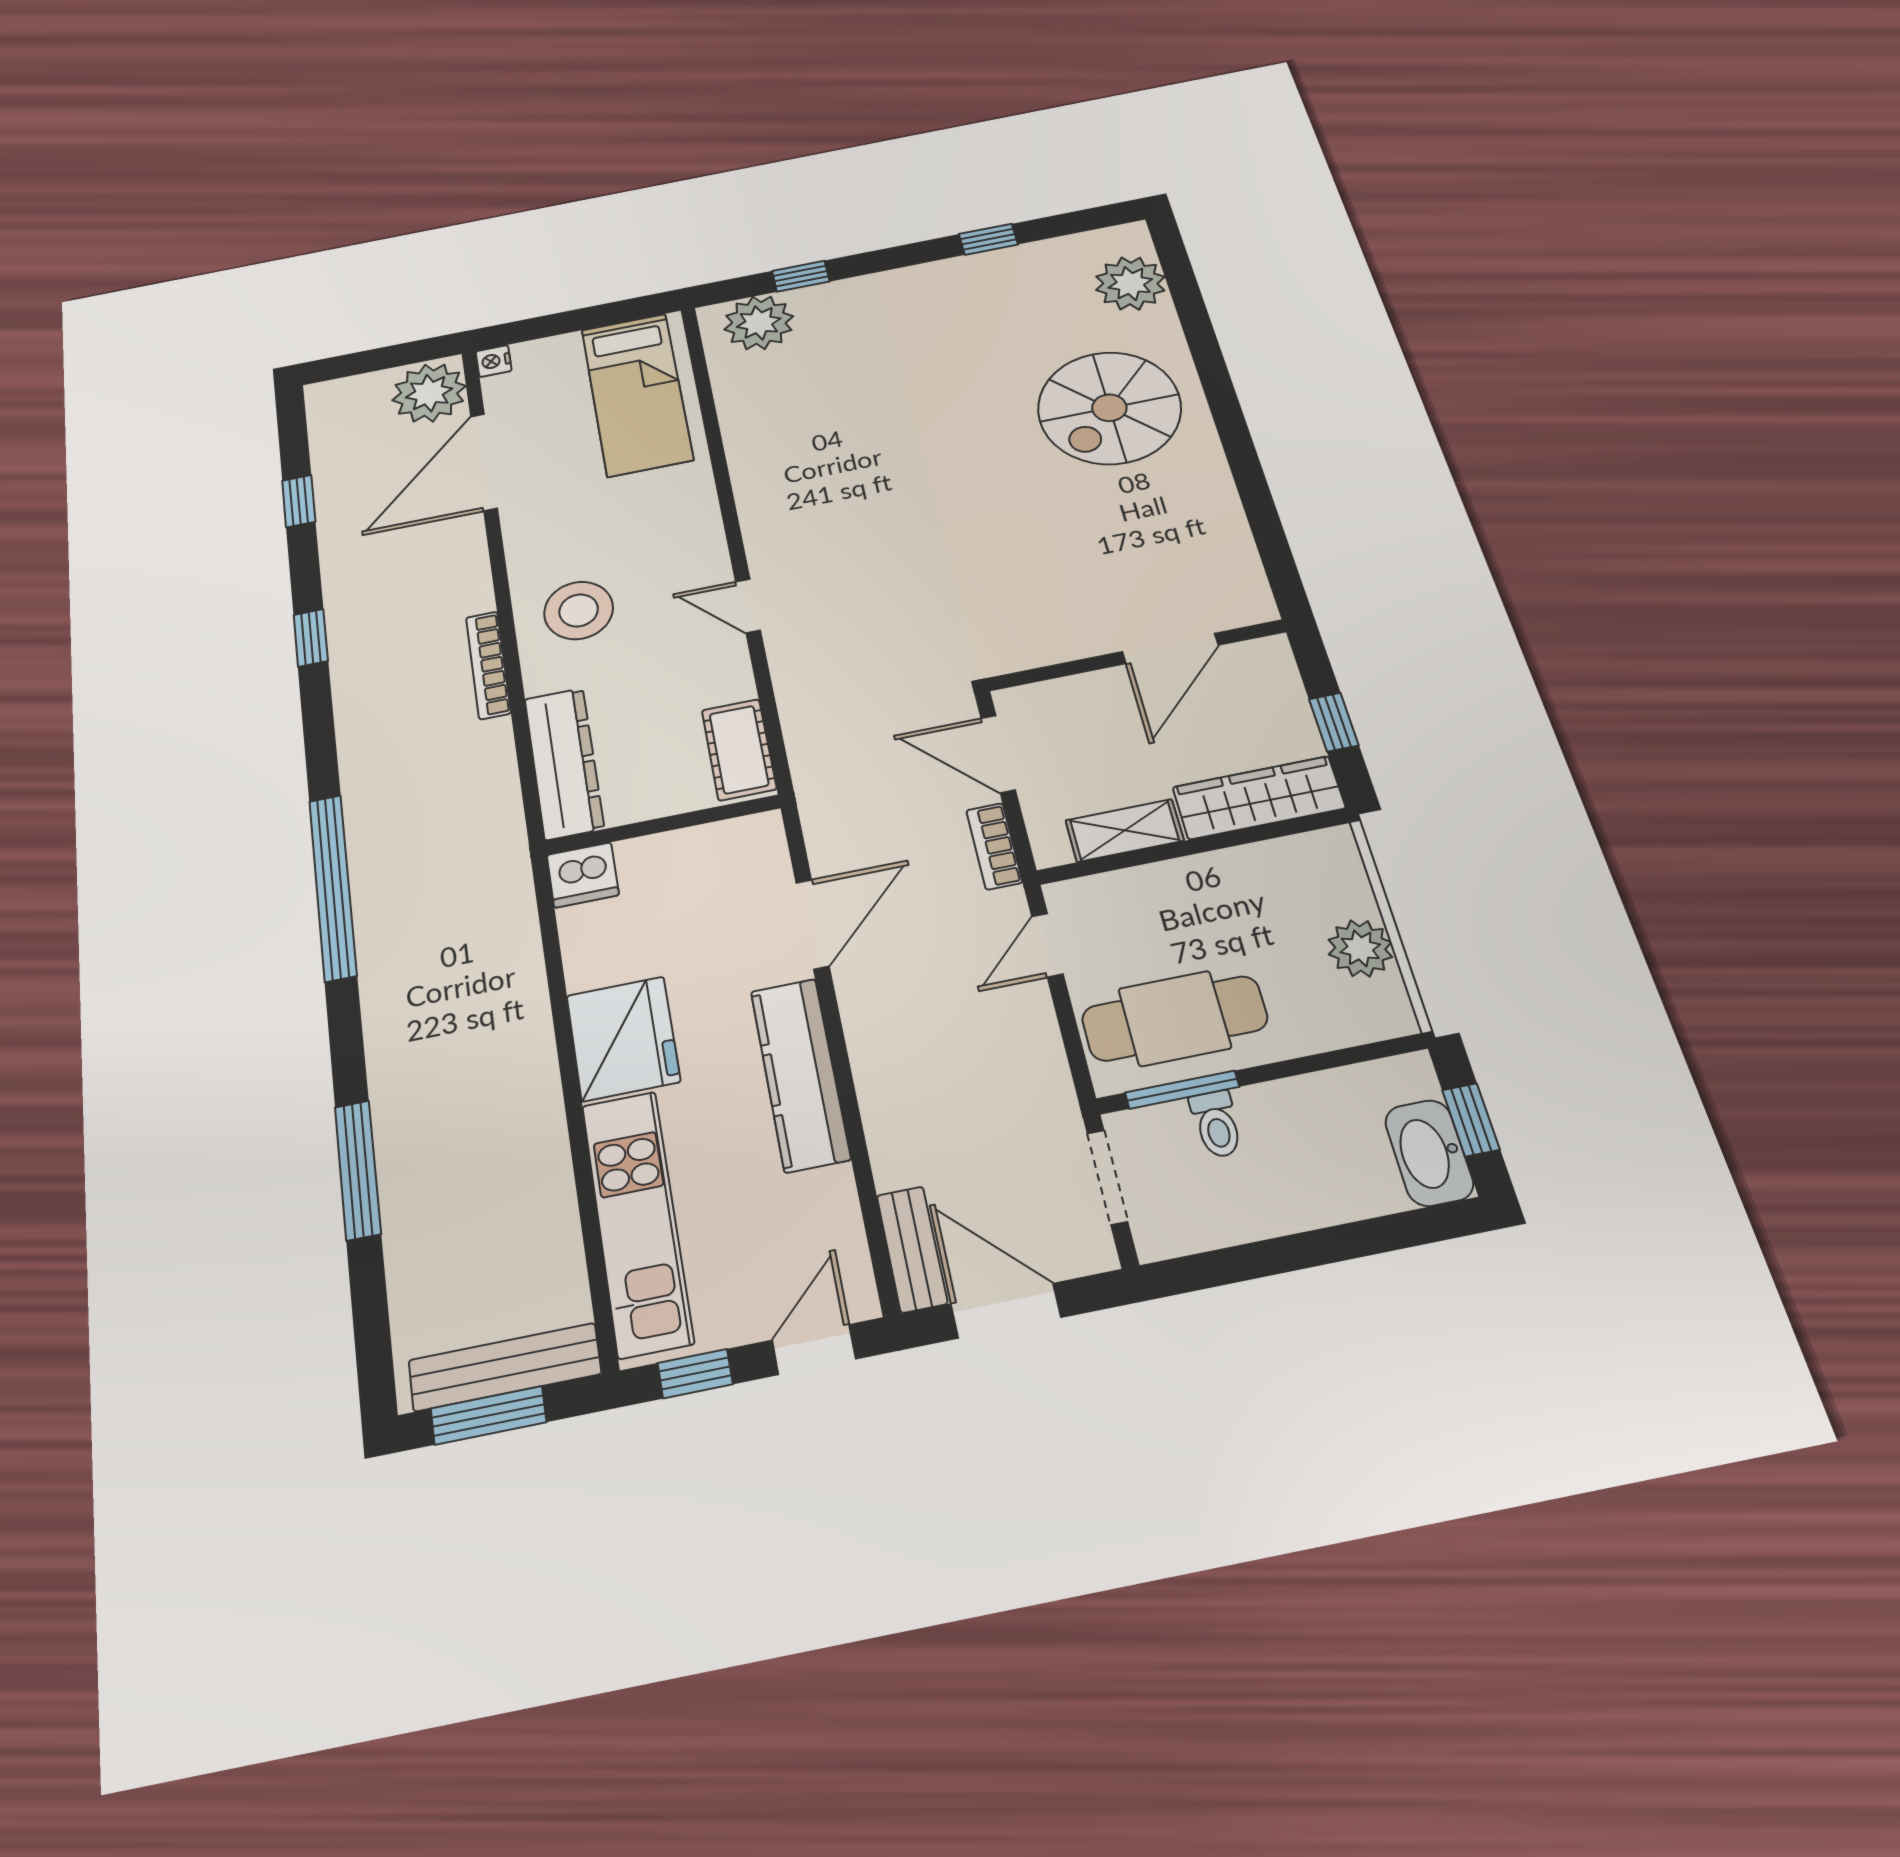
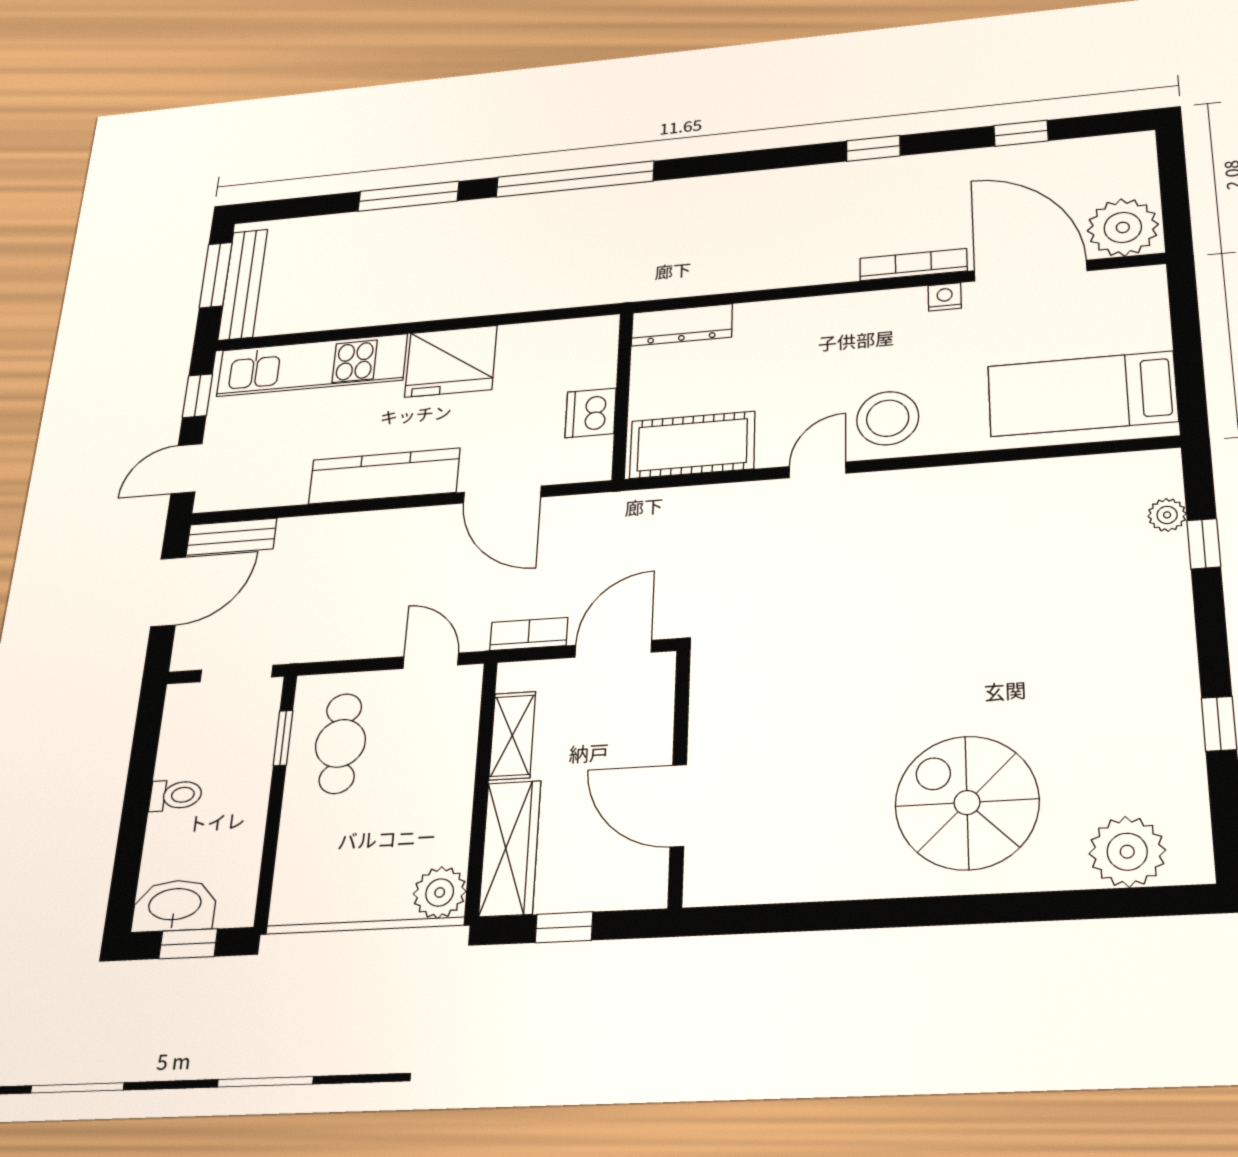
plant: (759, 323) -> (1167, 515), width x0.53, depth x0.53
nightstand: (494, 361) -> (945, 297), moved
stool: (579, 610) -> (888, 418), moved
bookcase: (488, 665) -> (913, 265), moved
cot: (739, 750) -> (692, 445), width x1.37, depth x1.34
dresser: (564, 763) -> (682, 325), width x0.73, depth x0.80
dishwasher: (583, 875) -> (591, 413), moved
window: (333, 887) -> (575, 179), moved
plant: (1360, 948) -> (440, 893), moved
cafe table: (1175, 1018) -> (340, 743), width x0.73, depth x0.74
window: (1182, 1090) -> (283, 738), width x0.67
toilet: (1216, 1124) -> (176, 795), moved, turned 180
door: (814, 1349) -> (187, 469), swing flipped

